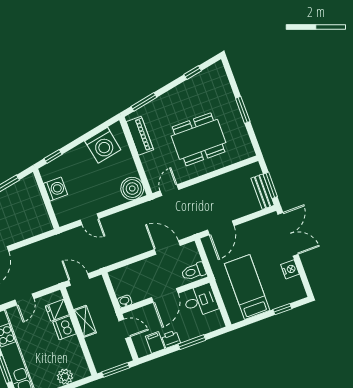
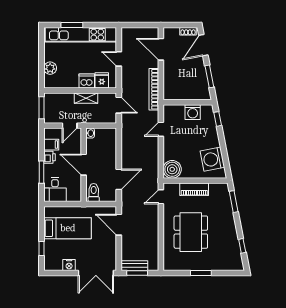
piano: (140, 136) -> (194, 189), moved
door: (169, 190) -> (161, 197), swing flipped
bookcase: (45, 245) -> (154, 89), added
door: (79, 279) -> (119, 105), hinge flipped
desk: (200, 301) -> (55, 190), moved

